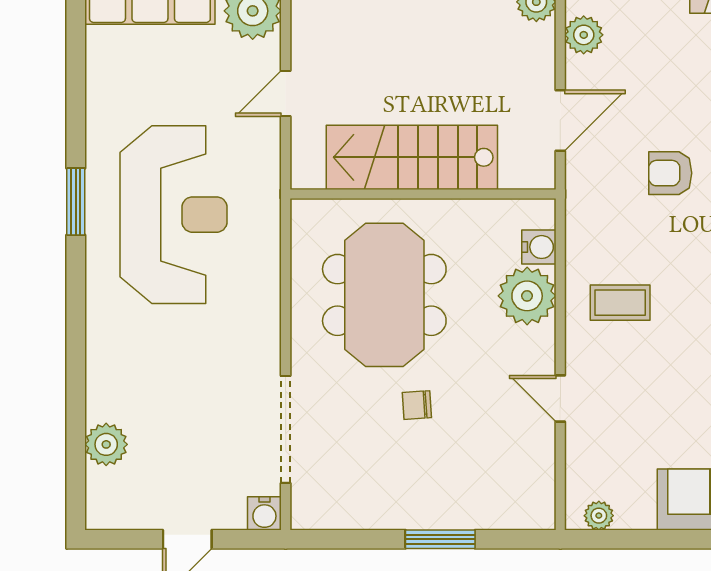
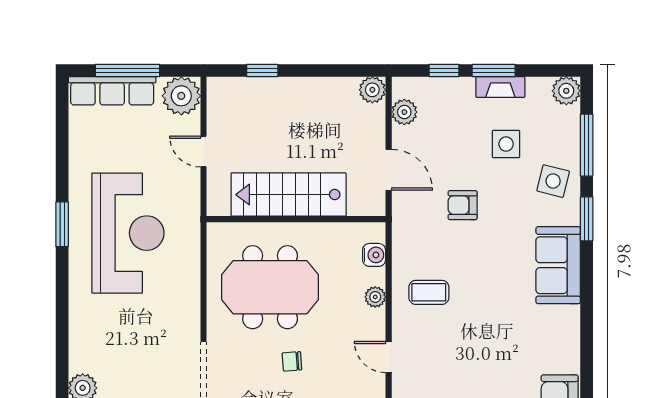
door: (286, 94) -> (204, 152), hinge flipped
door: (560, 121) -> (389, 170), hinge flipped
meeting table: (384, 295) -> (270, 287), turned 90
plant: (527, 296) -> (375, 297), width x0.53, depth x0.53

